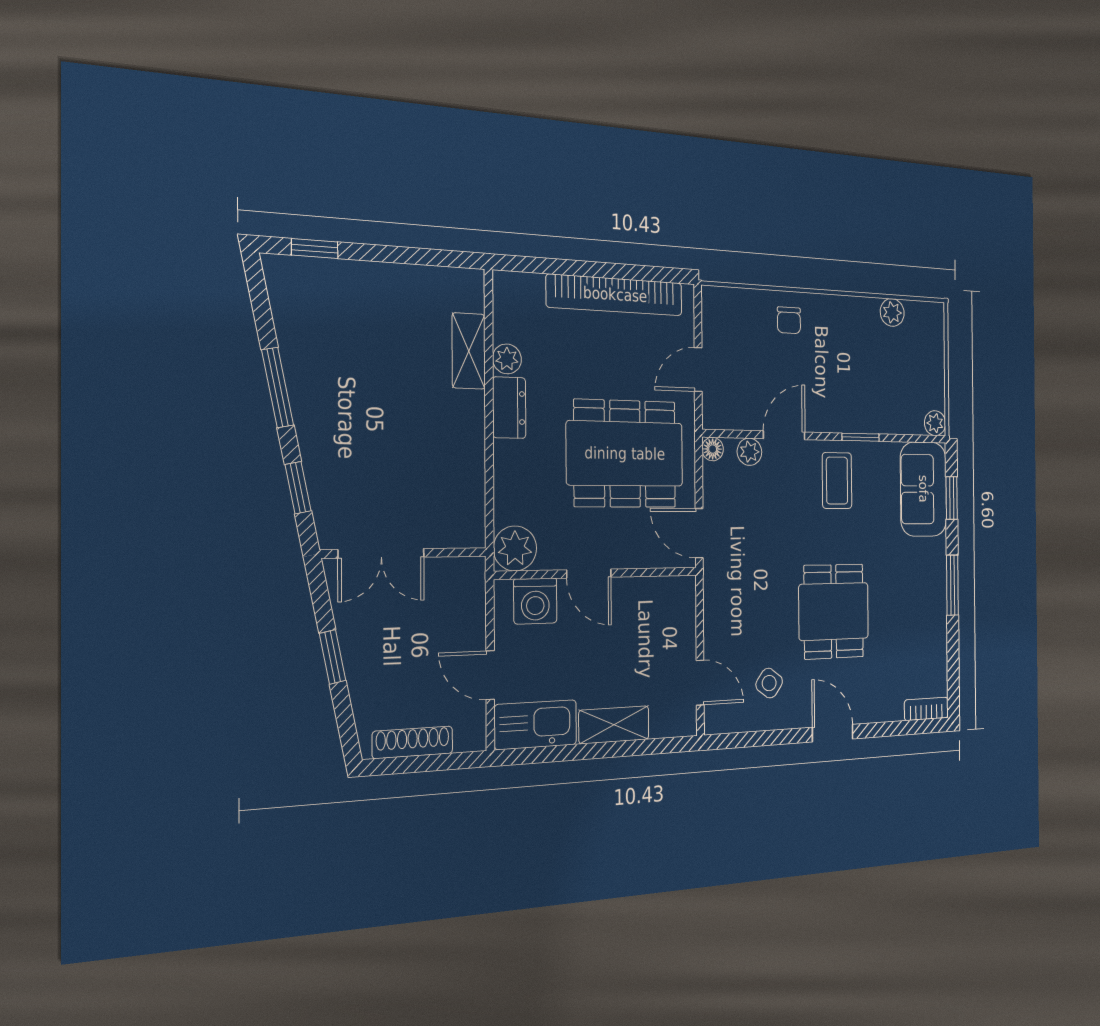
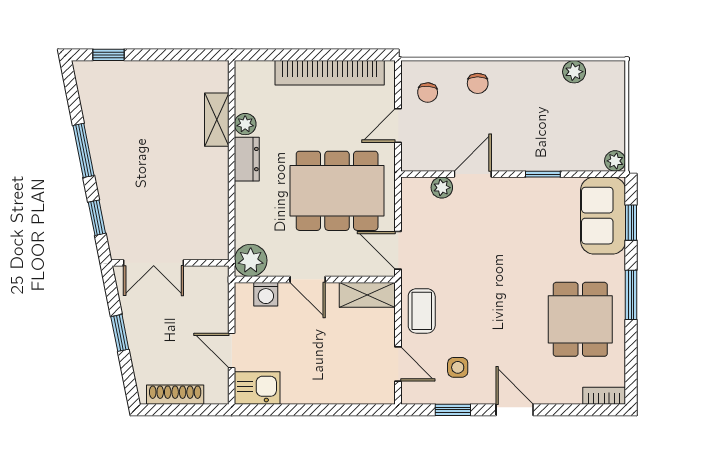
chair: (732, 329) -> (428, 93), added
floor lamp: (713, 449) -> (410, 186), removed
coffee table: (837, 481) -> (422, 311), moved
washing machine: (535, 601) -> (266, 294), width x0.73, depth x0.73
dining table: (834, 611) -> (580, 319), moved
side table: (769, 683) -> (458, 367), turned -37
kitchen sink: (536, 725) -> (257, 388), width x0.73
shelving: (614, 725) -> (367, 295), moved
window: (764, 738) -> (453, 410), added

